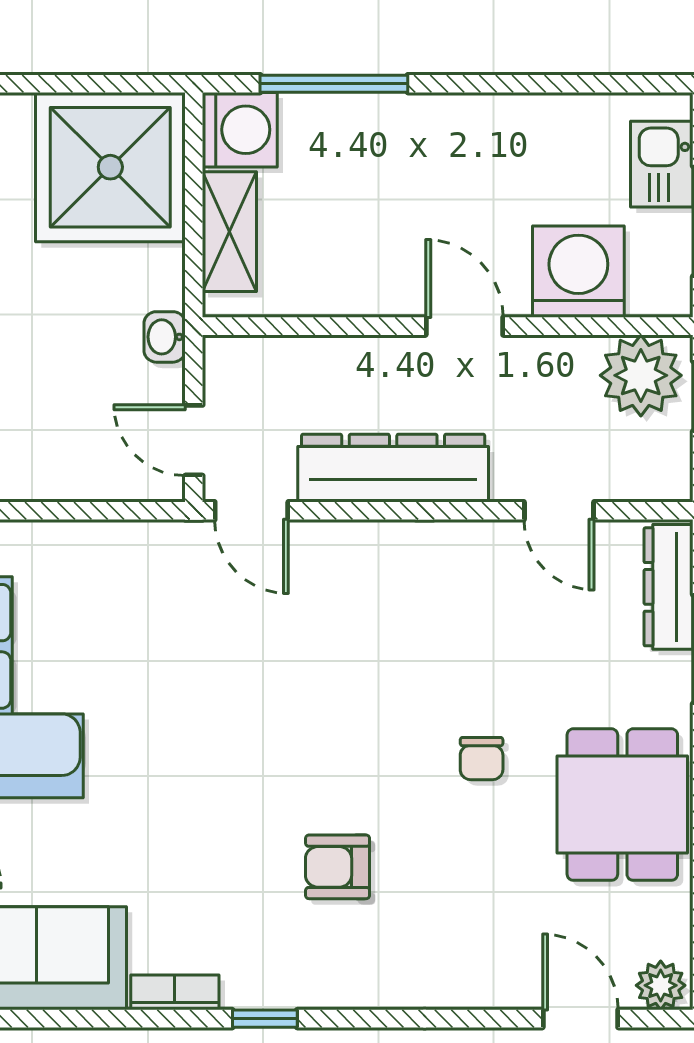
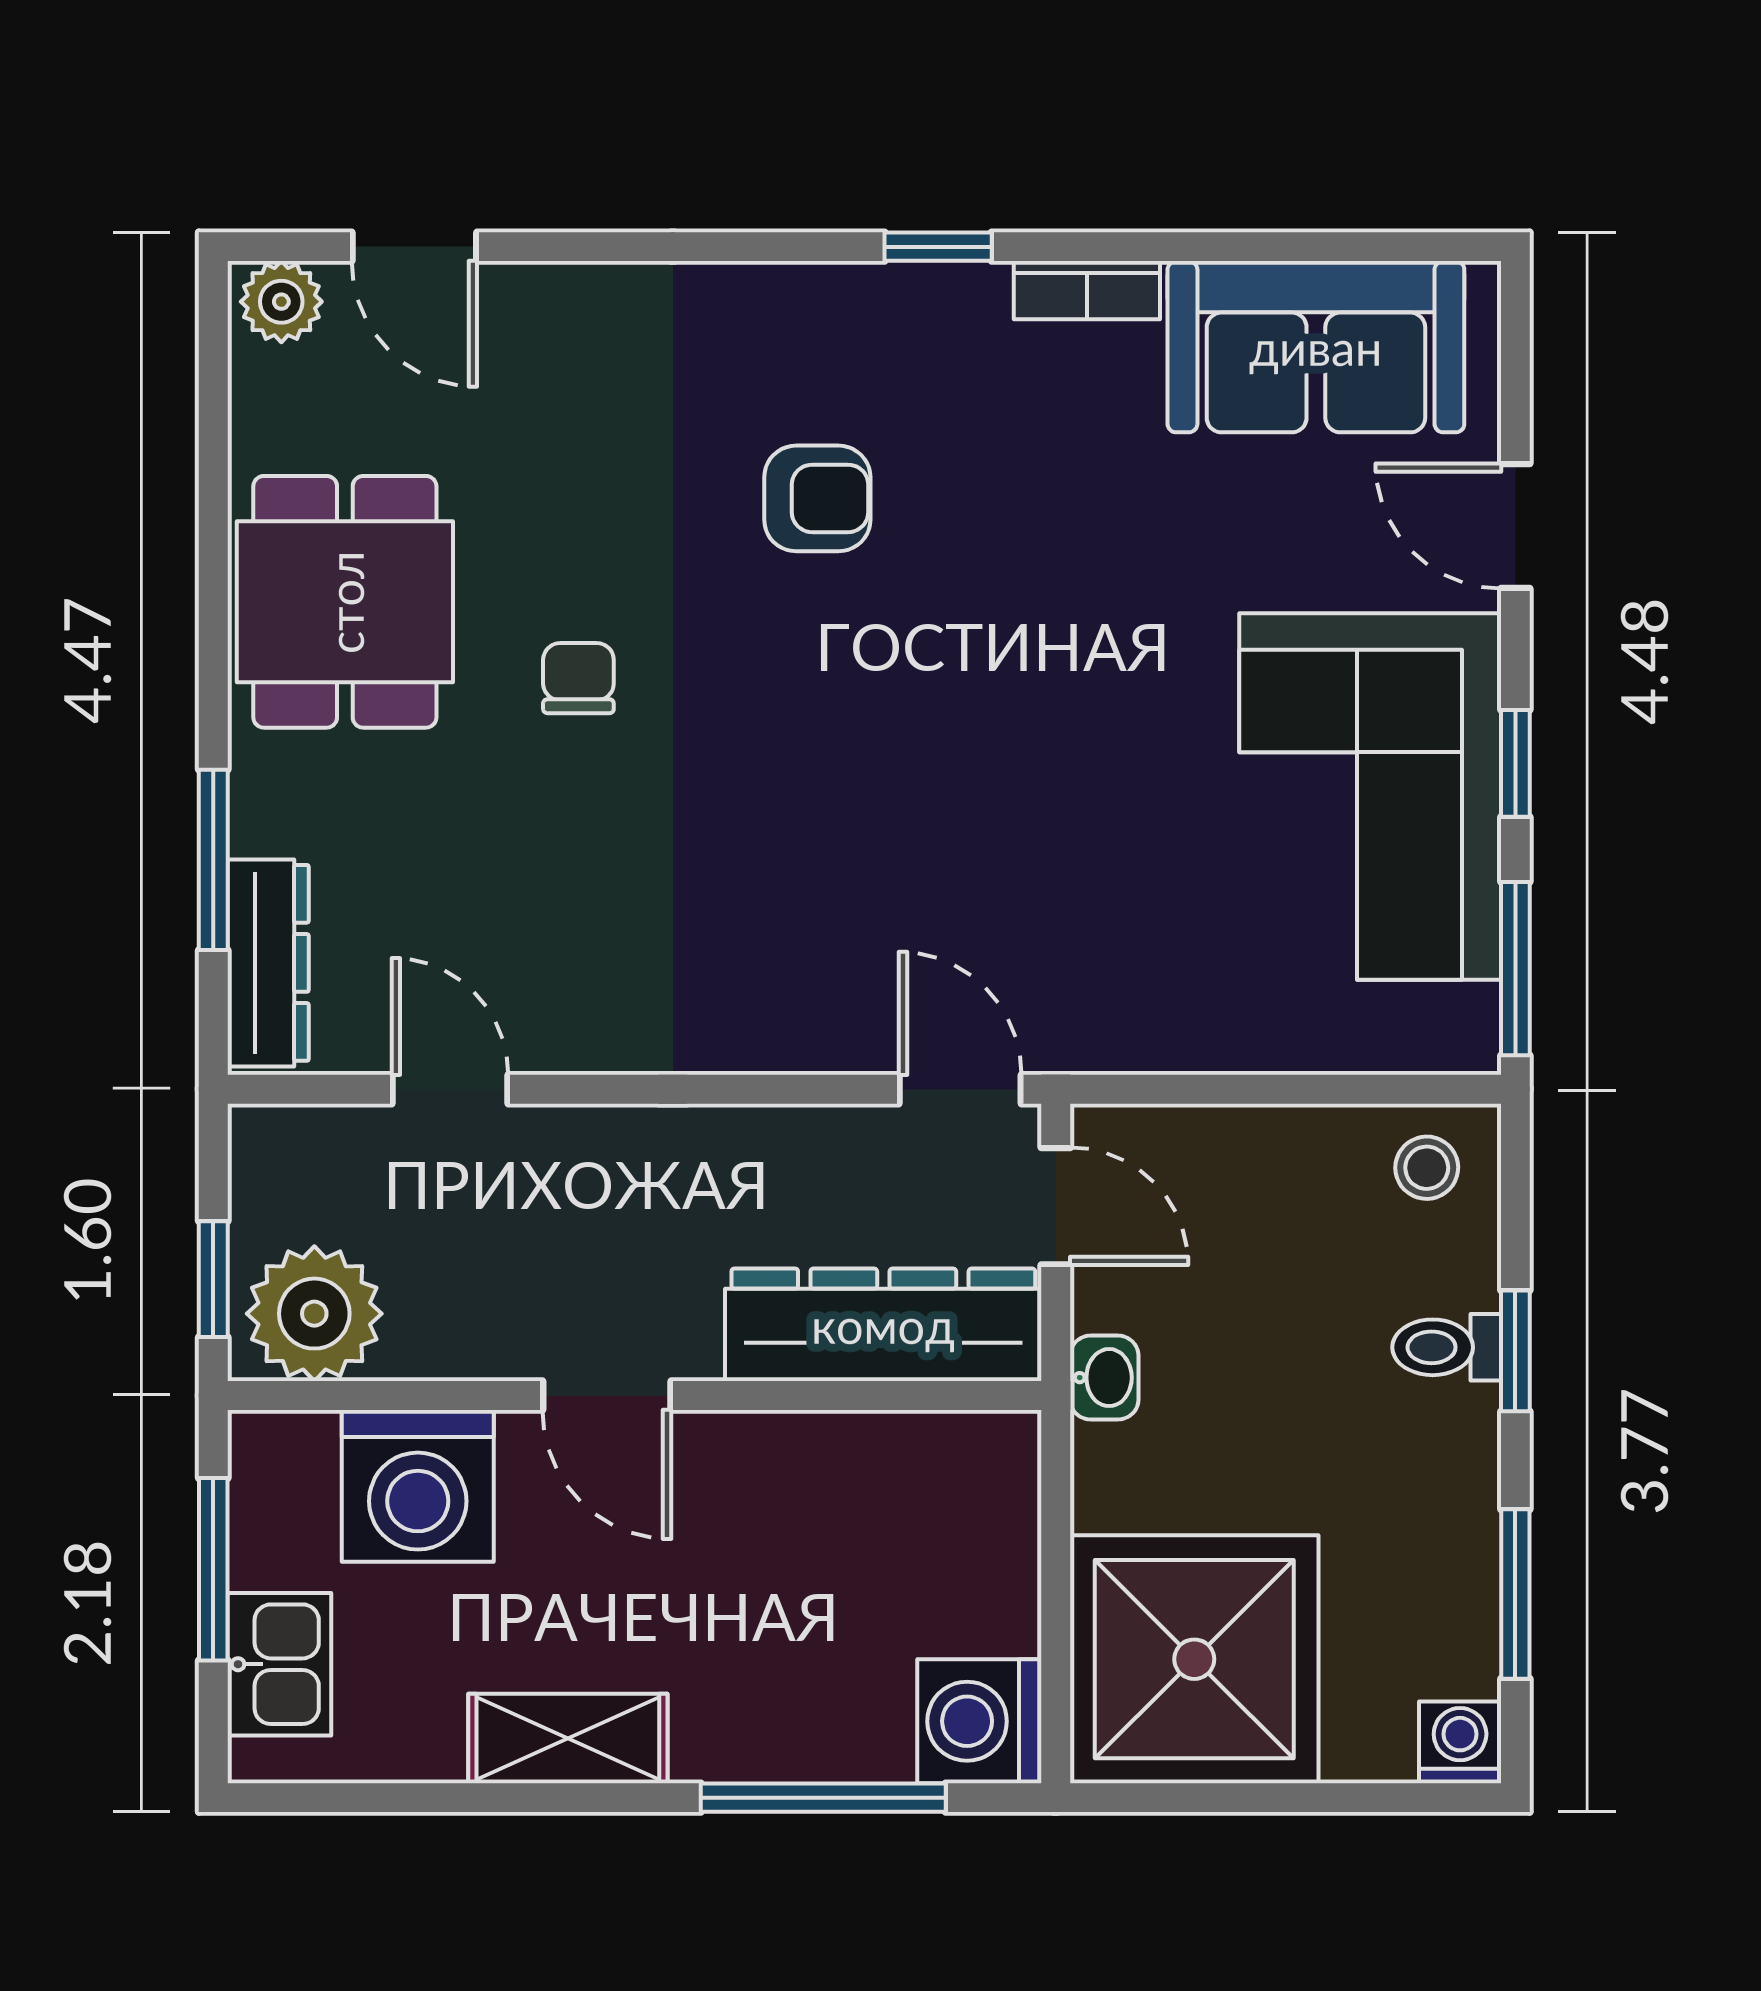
shelving: (229, 232) -> (568, 1738), moved, turned 90
dresser: (393, 468) -> (883, 1325), moved, turned 180

